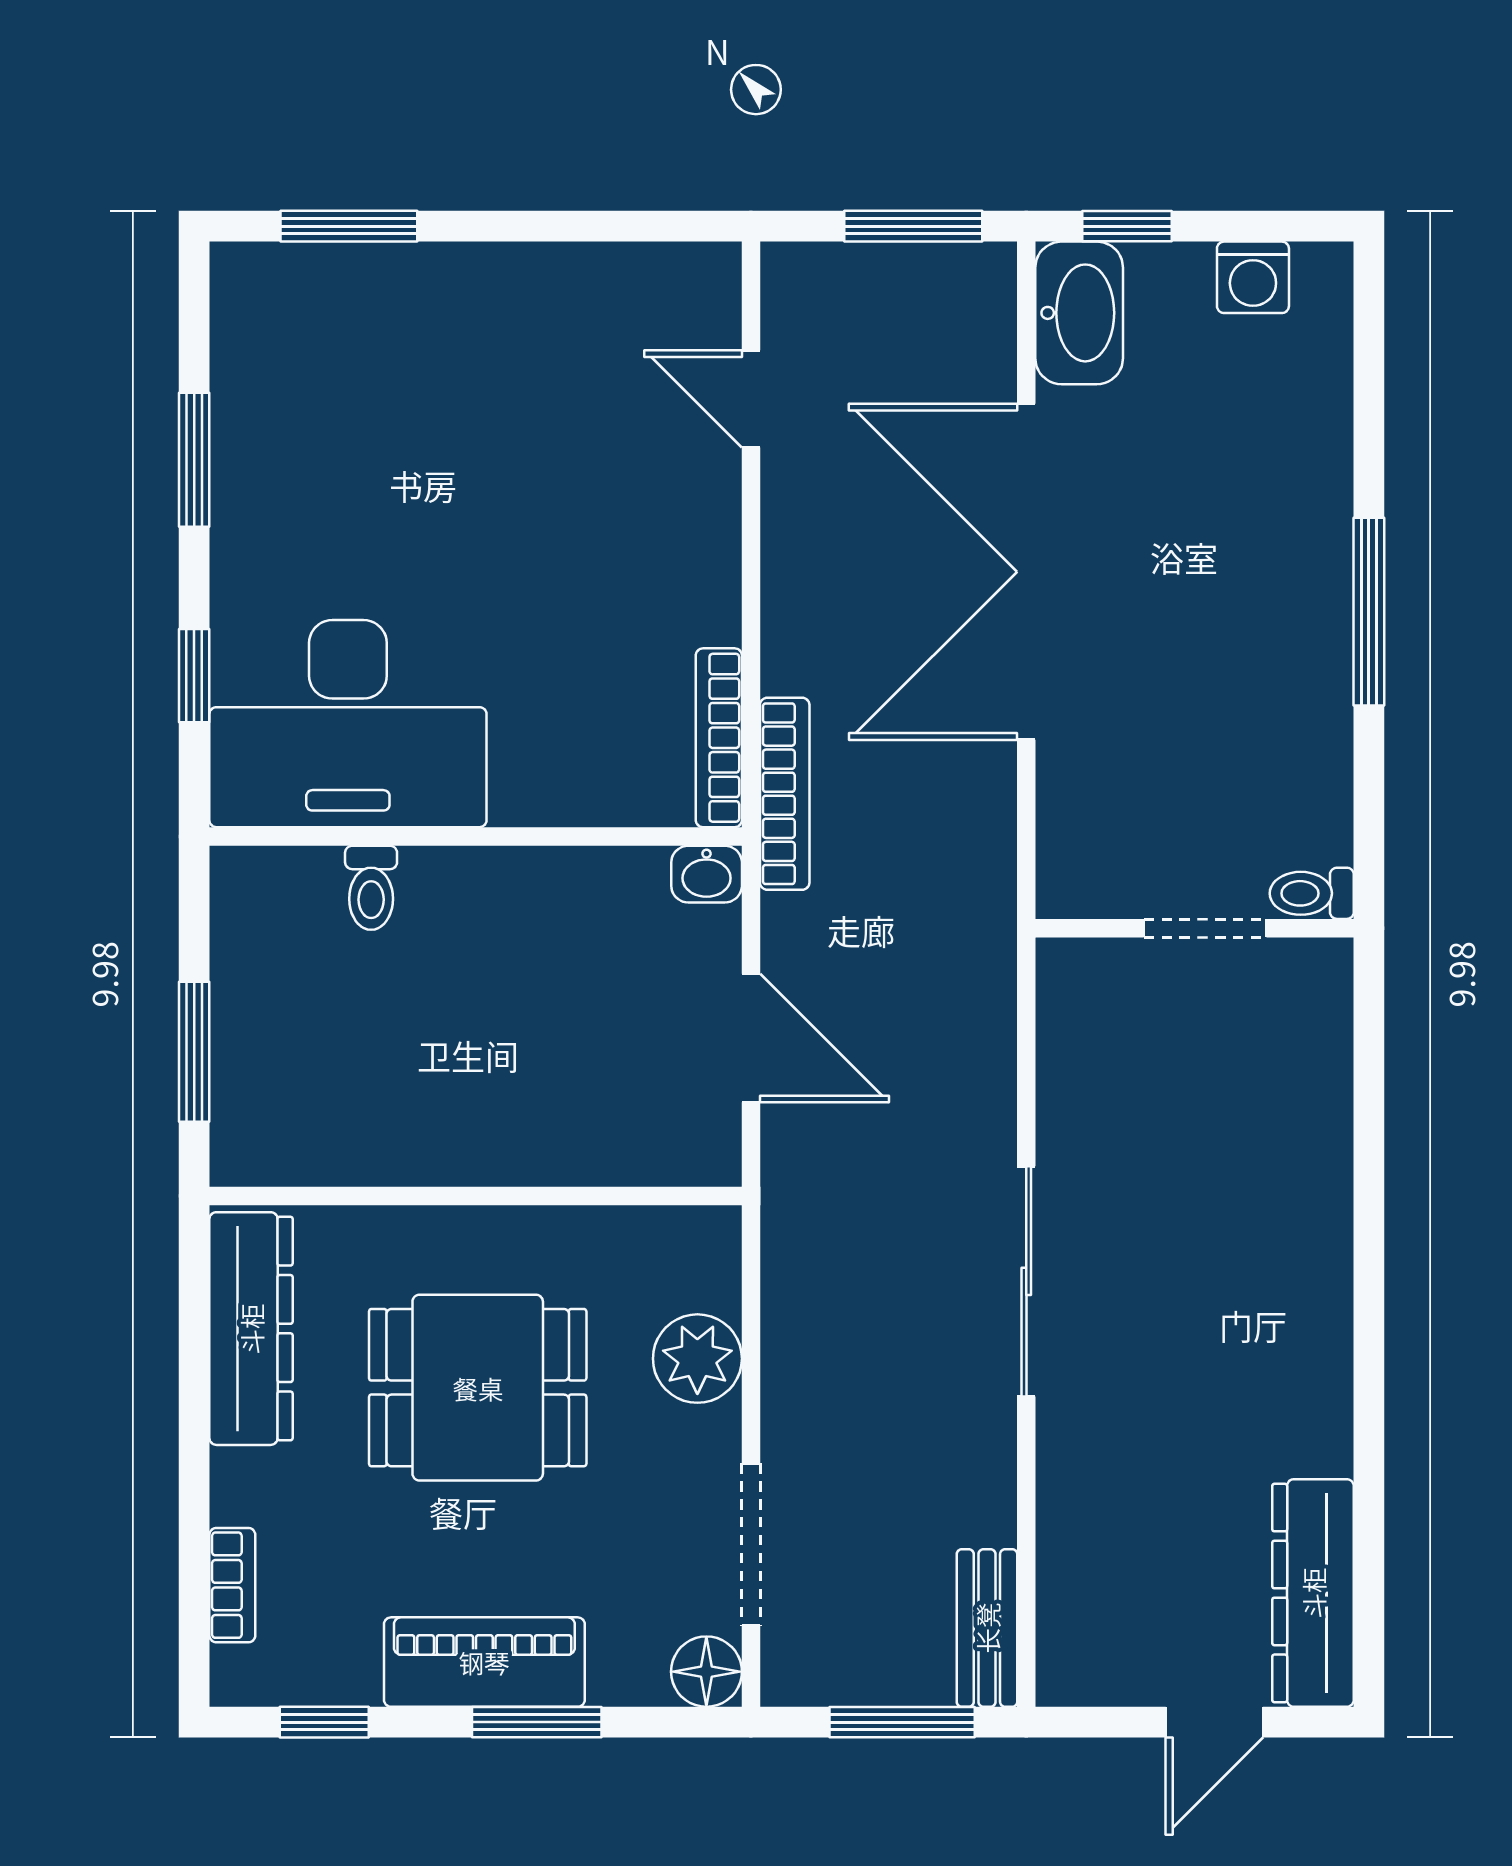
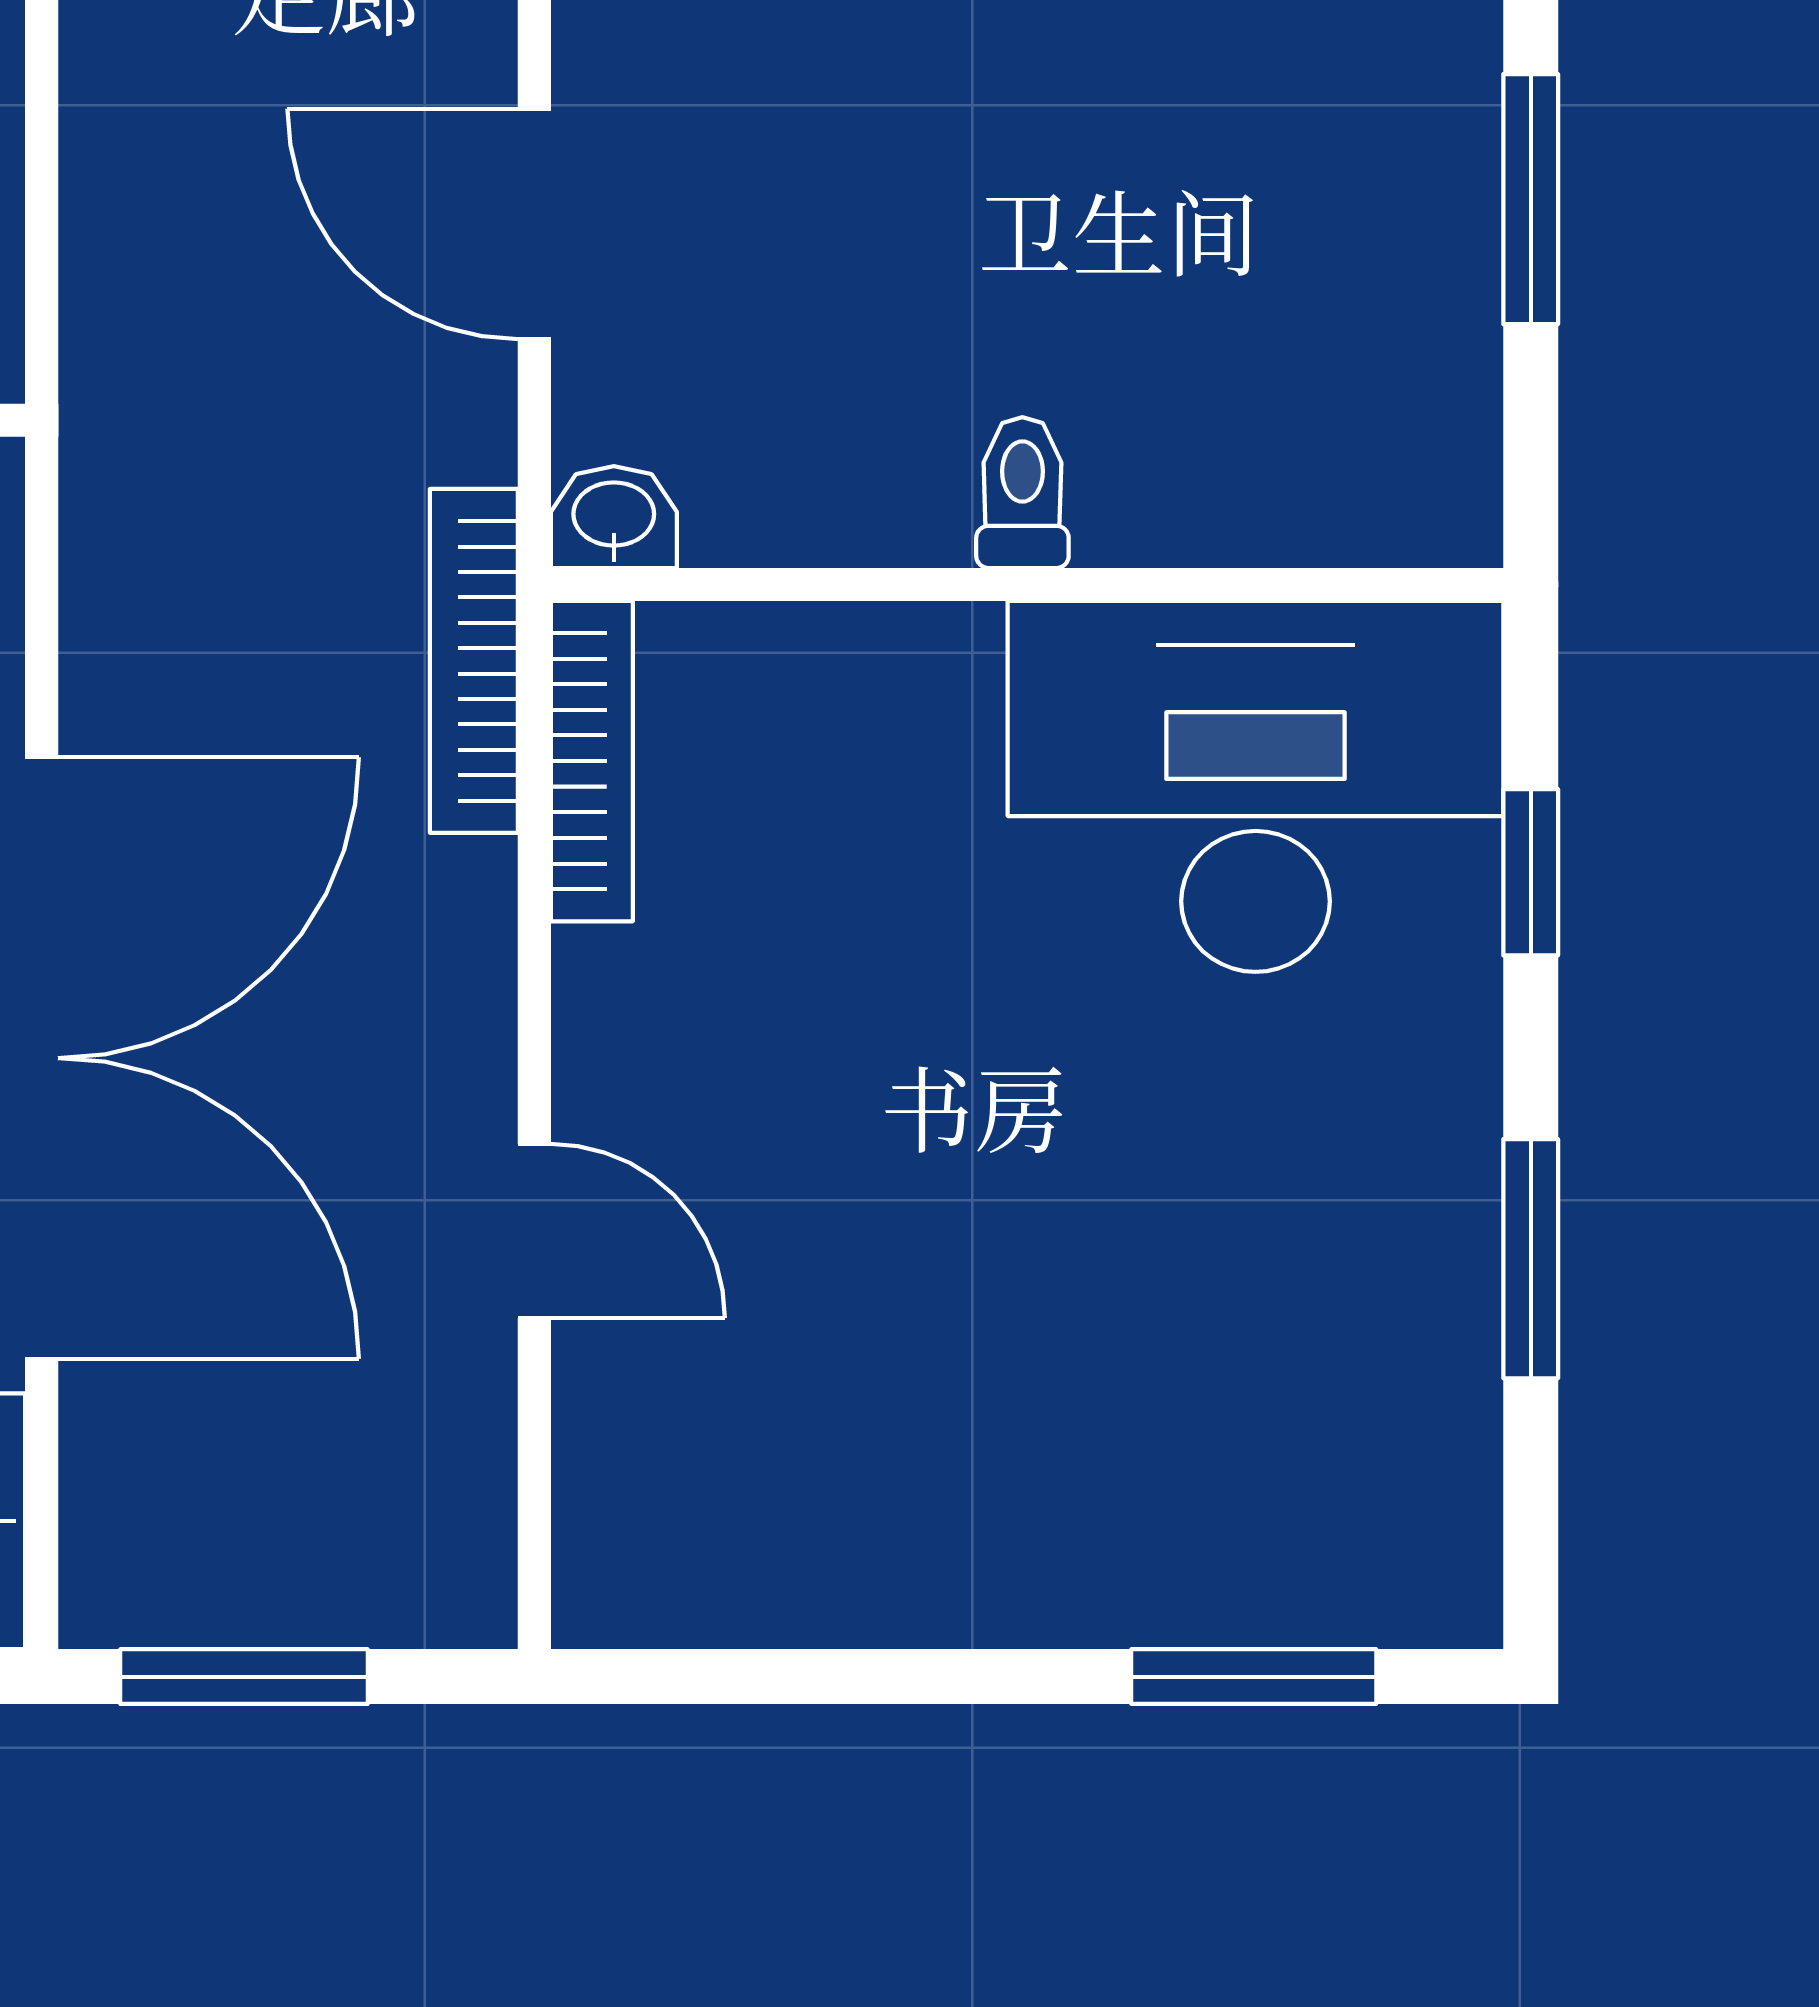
door: (751, 399) -> (534, 1231), moved
toilet: (371, 888) -> (1022, 493), moved

